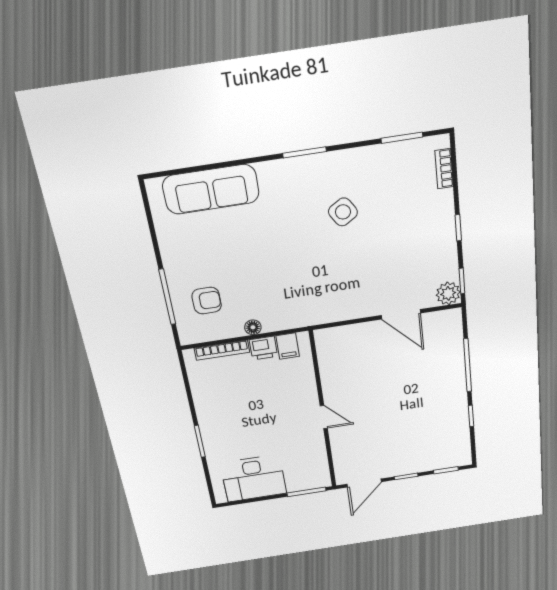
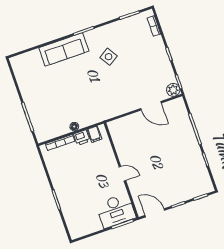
sofa: (211, 189) -> (64, 49), moved
armchair: (207, 301) -> (48, 116), removed
desk: (254, 478) -> (116, 211), moved
door: (364, 483) -> (155, 213), swing flipped

